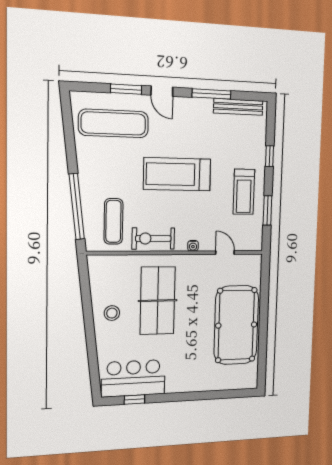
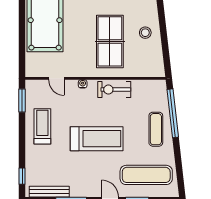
window: (269, 156) -> (22, 176), moved
window: (267, 211) -> (22, 100), moved
exercise mat: (113, 221) -> (156, 129), moved
exercise bike: (153, 238) -> (114, 90), turned 180

